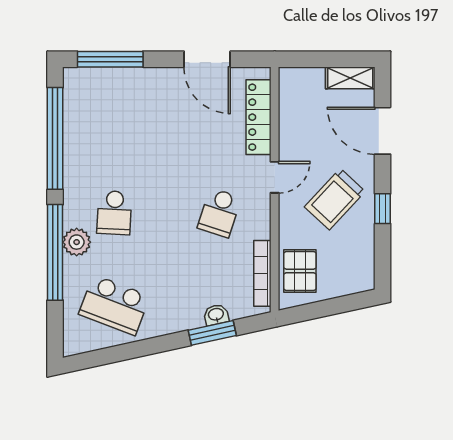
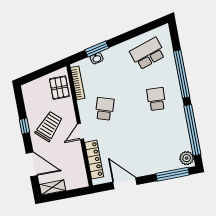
plant: (77, 242) -> (187, 158), moved
school desk: (114, 305) -> (148, 54), turned -39

